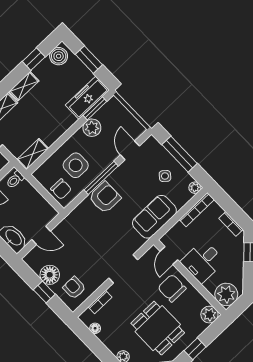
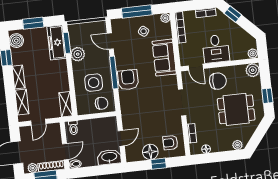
chair: (172, 288) -> (218, 81), turned 180
plant: (226, 294) -> (253, 53), width x0.53, depth x0.53

